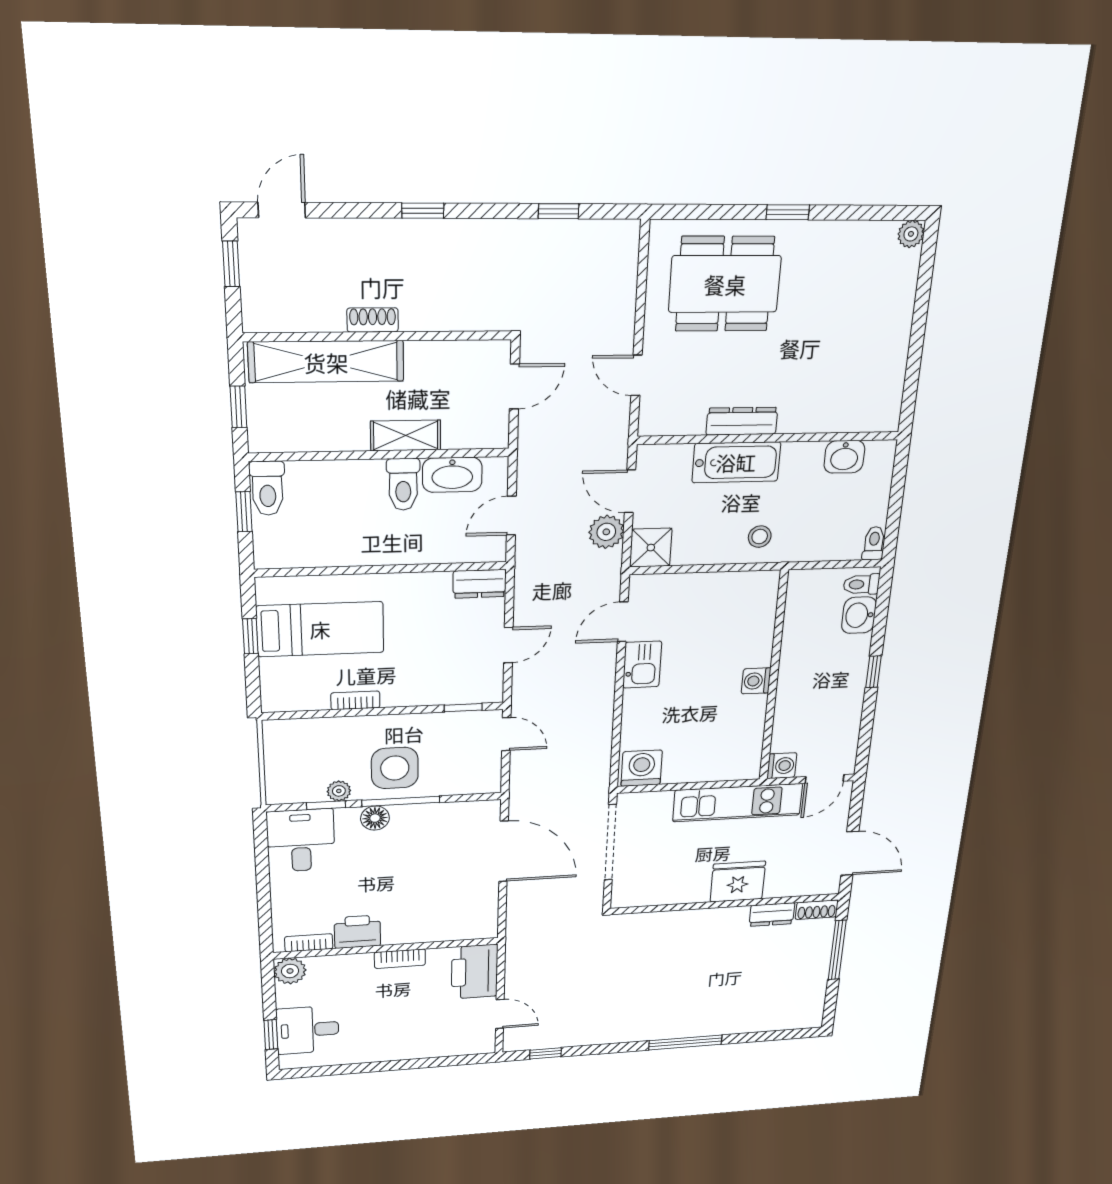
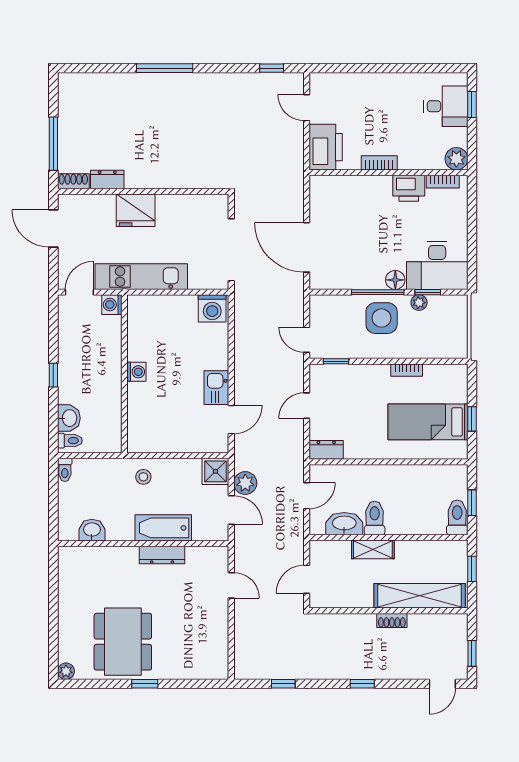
dining table: (725, 284) -> (123, 642), moved, turned 90
desk: (301, 841) -> (437, 265), width x1.37

